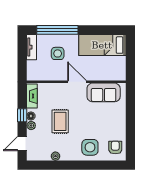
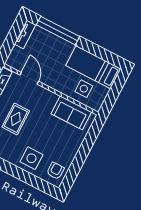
side table: (58, 53) -> (84, 89), moved
door: (77, 82) -> (29, 78), moved

